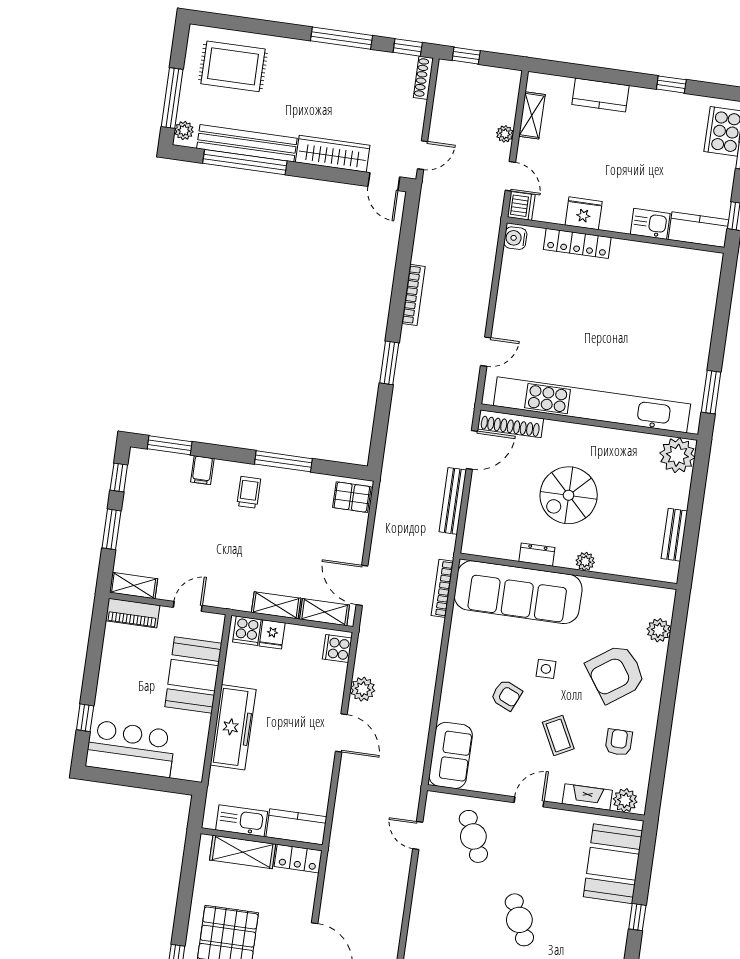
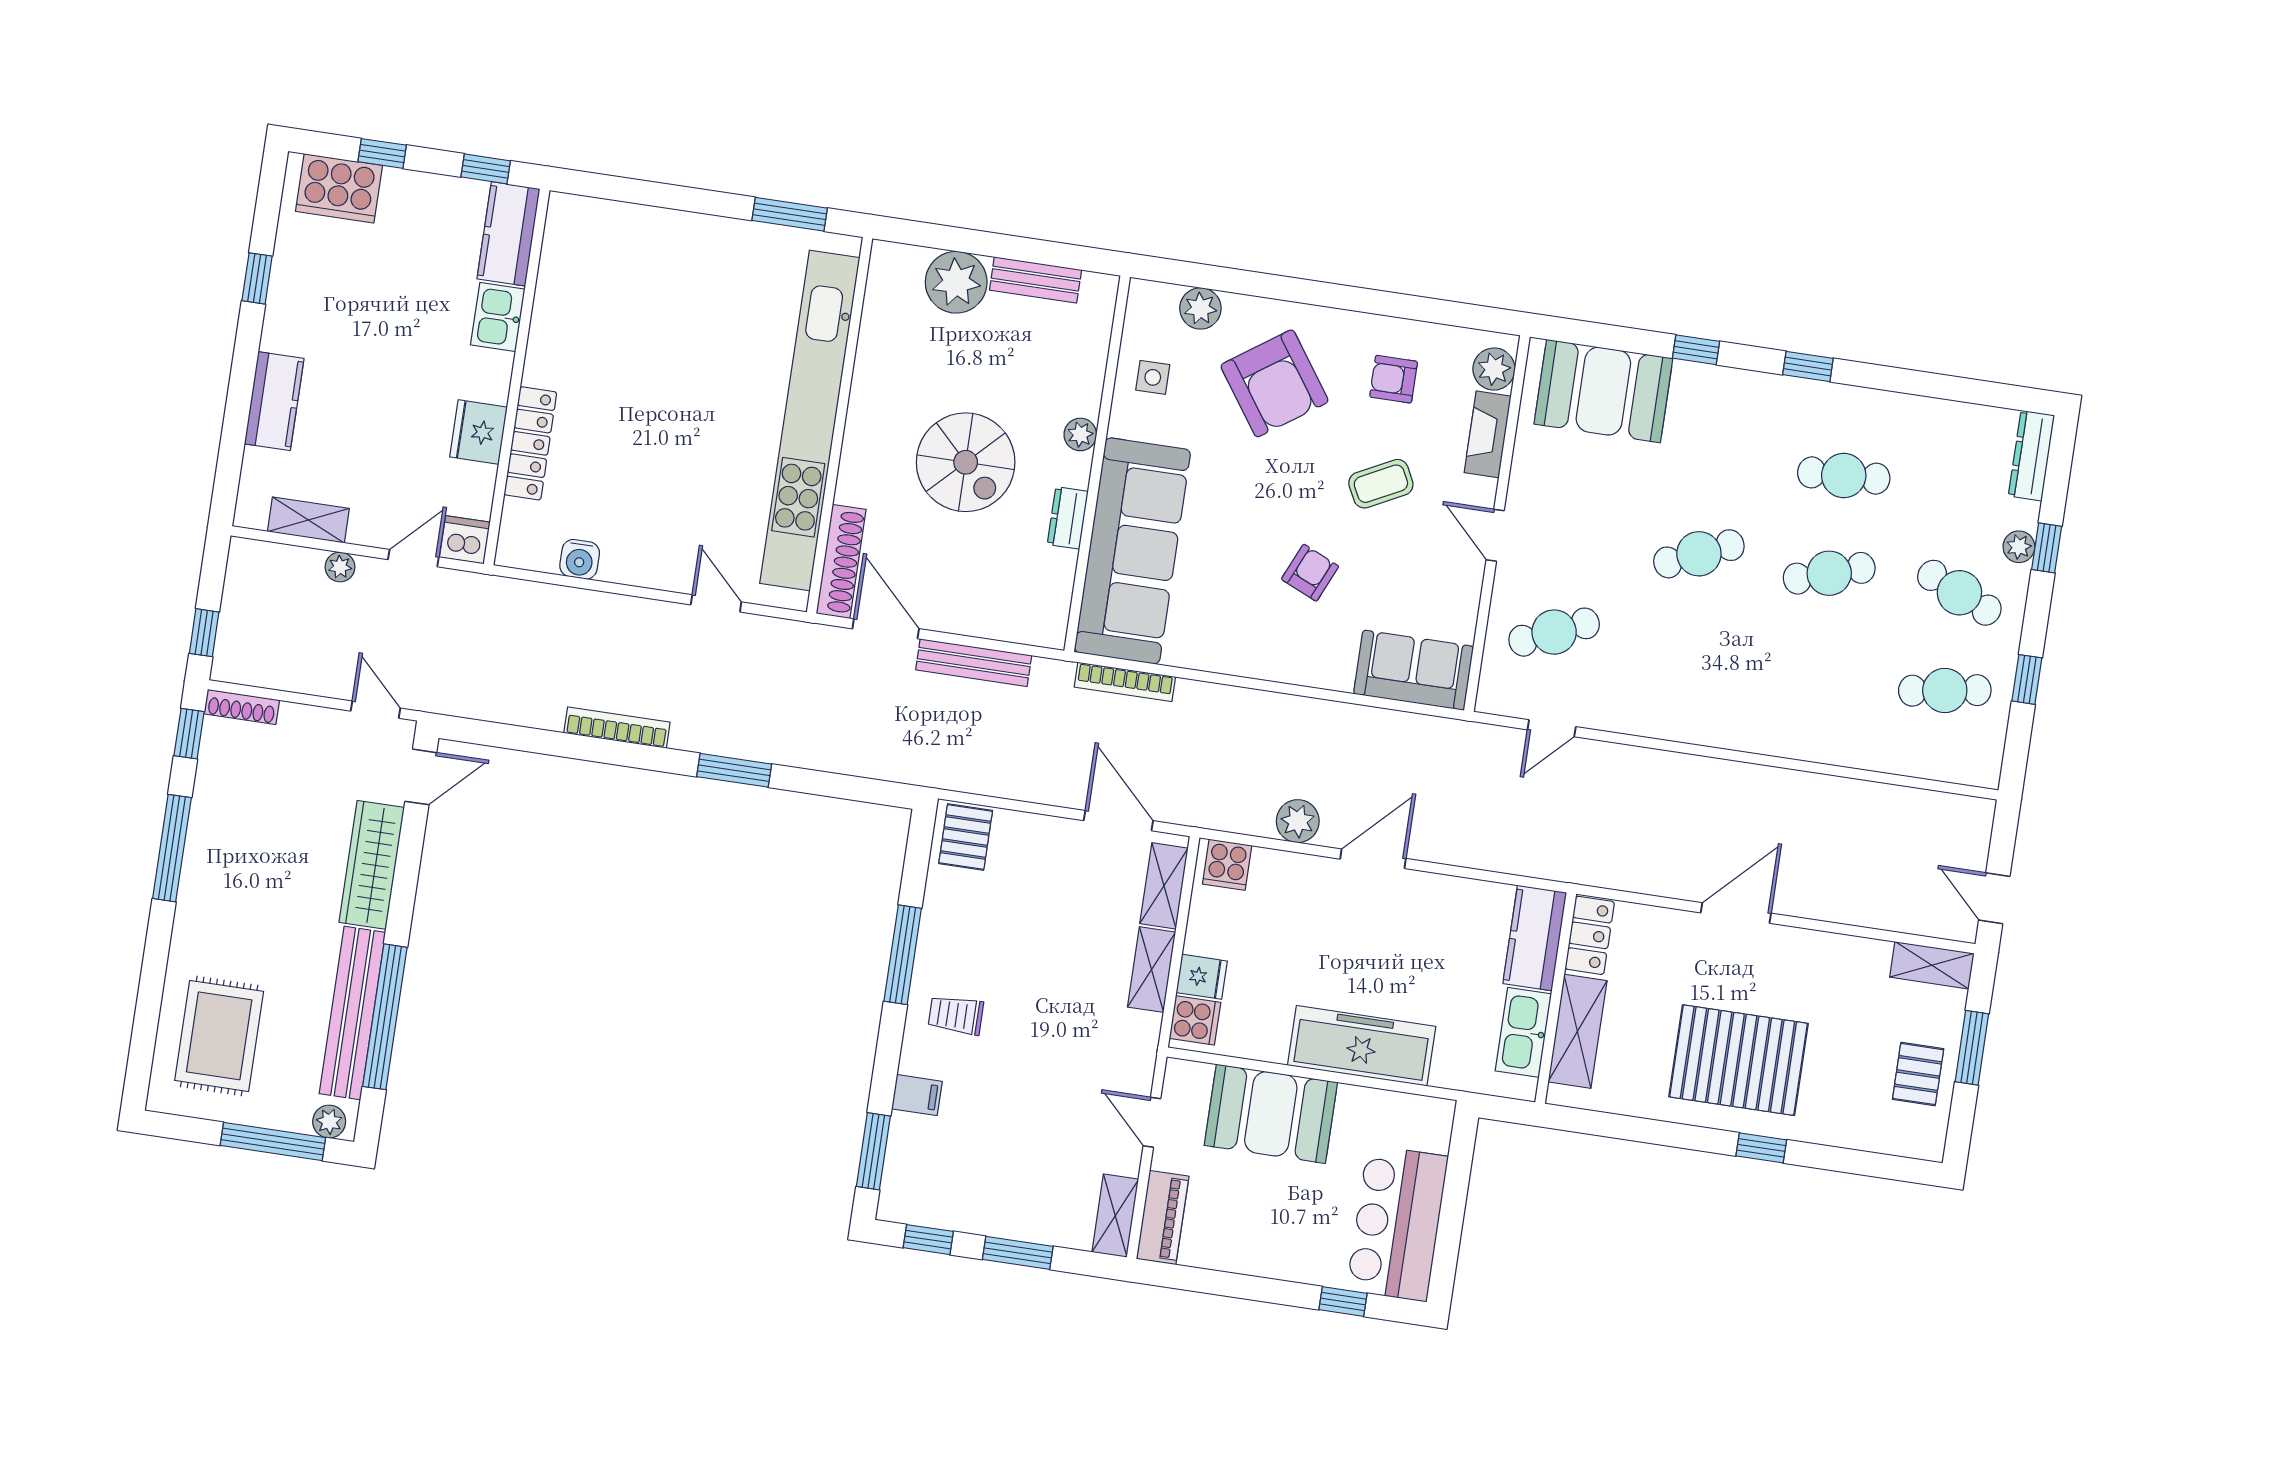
water cooler: (515, 238) -> (580, 559), moved
plant: (677, 455) -> (956, 282), moved
door: (362, 585) -> (1118, 821), swing flipped
side table: (546, 669) -> (1153, 377), moved

